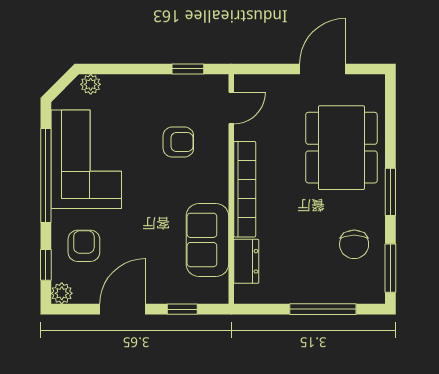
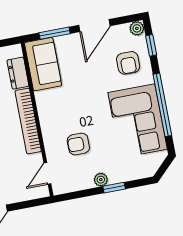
window: (188, 69) -> (114, 188), moved
plant: (91, 84) -> (101, 180), moved
sofa: (207, 240) -> (43, 64), moved
window: (182, 309) -> (55, 33), width x1.50

